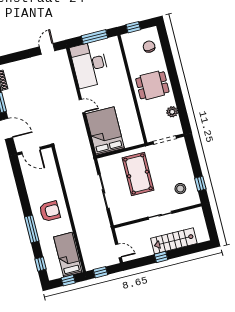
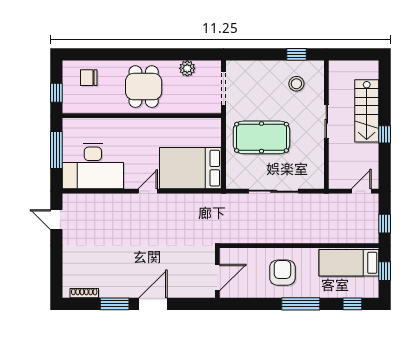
wall: (34, 150) -> (217, 273), moved
door: (31, 151) -> (217, 278), moved

